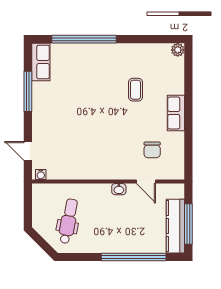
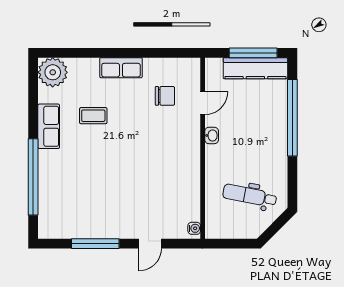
plant: (178, 50) -> (53, 72), width x1.88, depth x1.88
row of seats: (41, 62) -> (49, 126), moved, turned 90
door: (28, 151) -> (150, 244), moved

